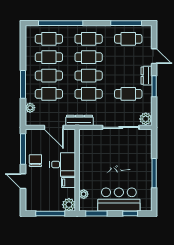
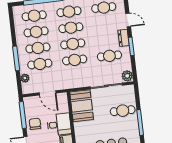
dresser: (79, 120) -> (69, 84), removed
booth: (90, 146) -> (82, 106), added
cafe table: (136, 157) -> (123, 111), added

